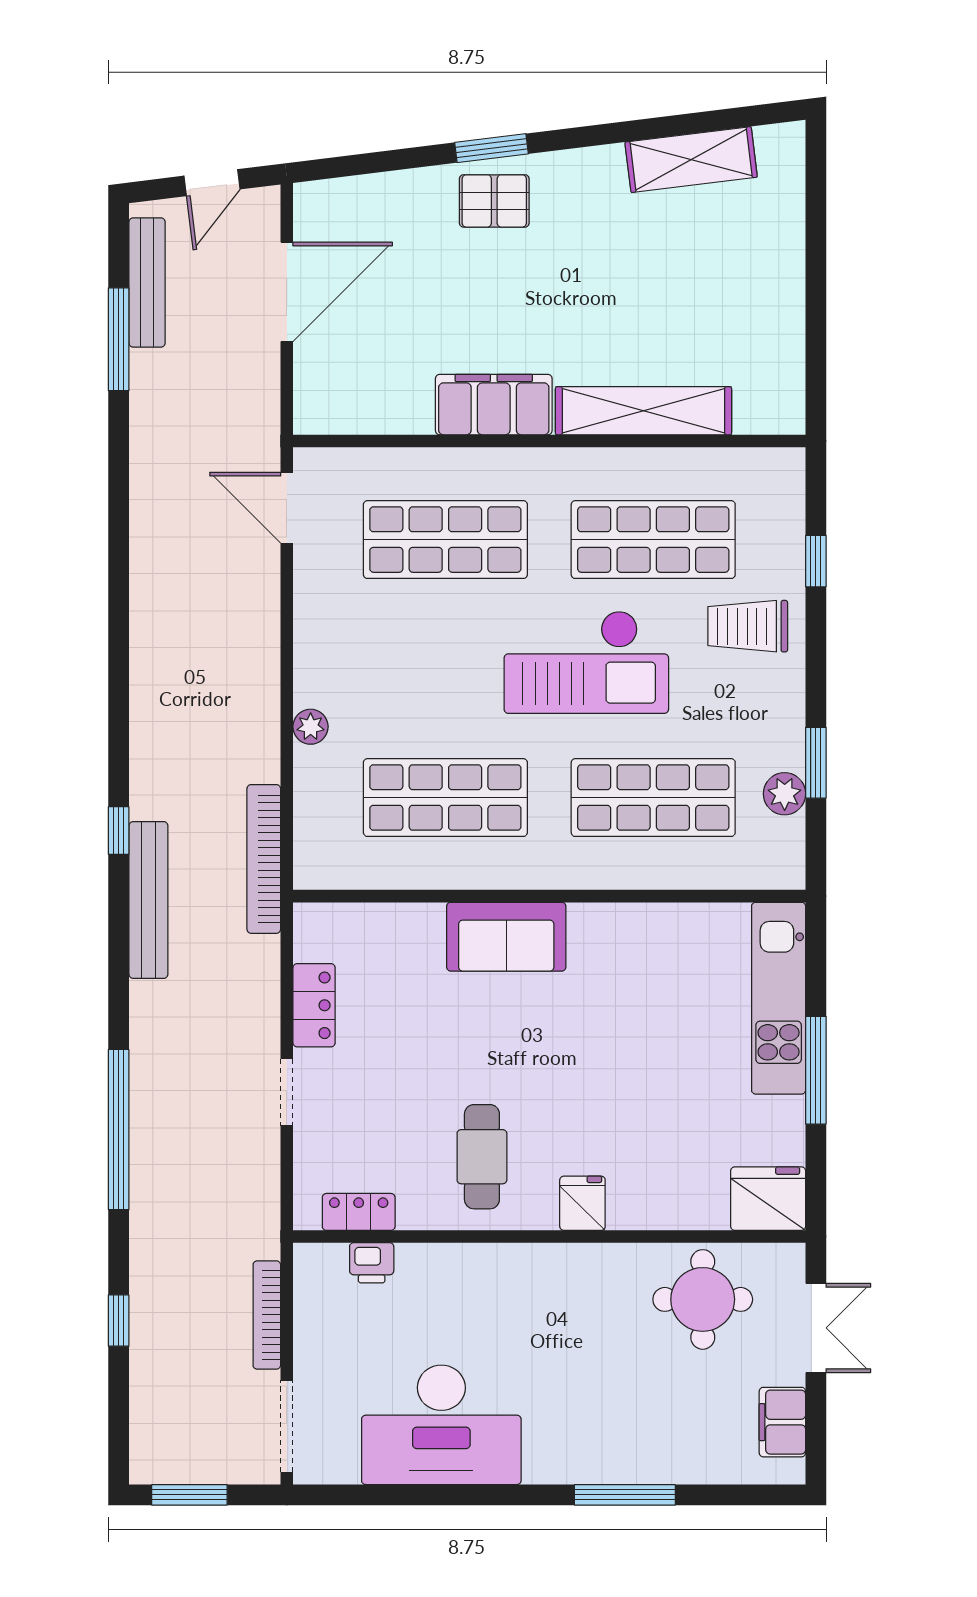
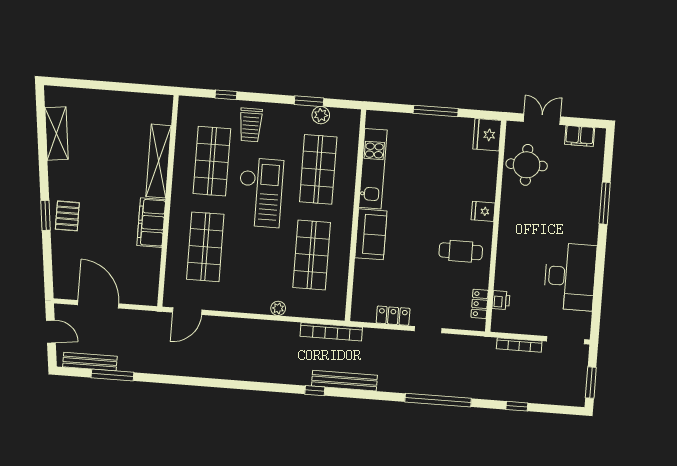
kitchen unit: (779, 998) -> (373, 169), moved, turned -90

